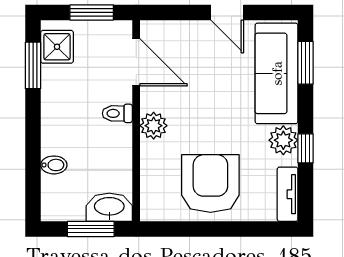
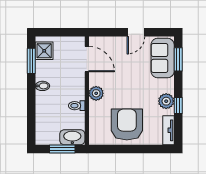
window: (92, 12) -> (63, 32), removed
door: (227, 12) -> (136, 32), hinge flipped
sofa: (277, 73) -> (163, 58), width x0.73
toilet: (117, 113) -> (77, 106), moved
bidet: (54, 165) -> (42, 86), moved

